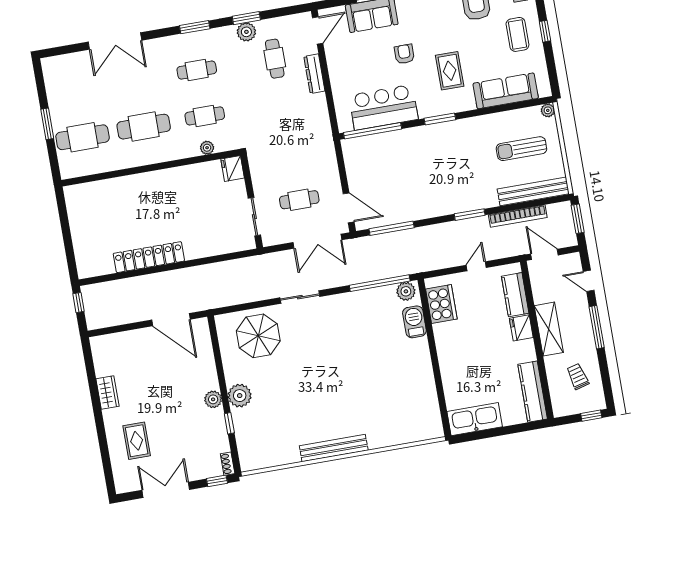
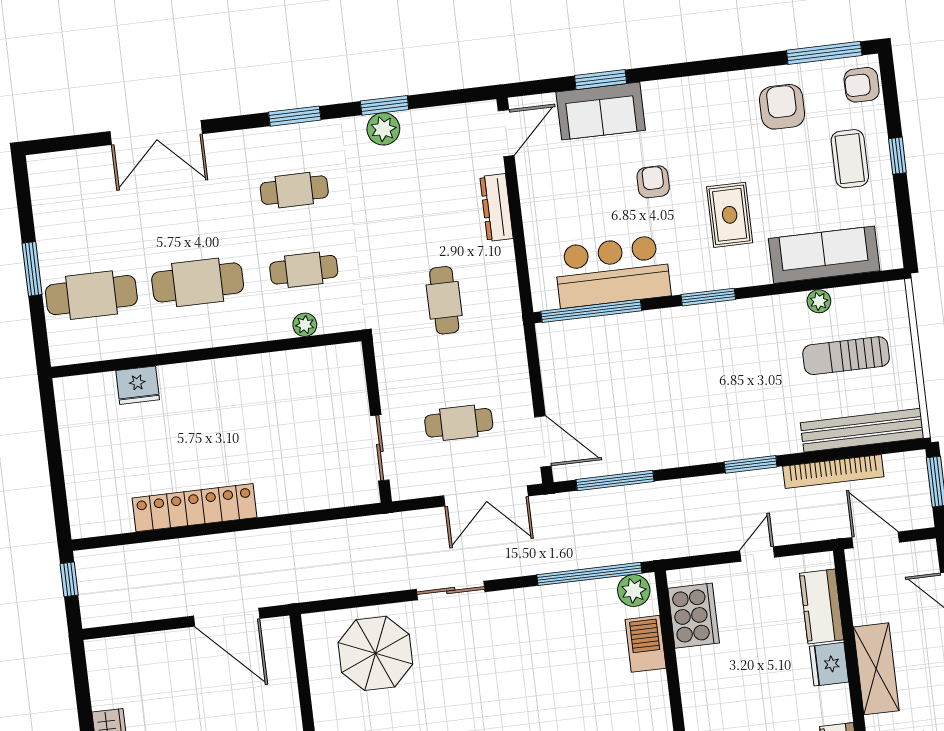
cafe table: (275, 59) -> (444, 300), moved
plant: (548, 110) -> (819, 301), moved
fridge: (233, 169) -> (138, 385), moved, turned -90

